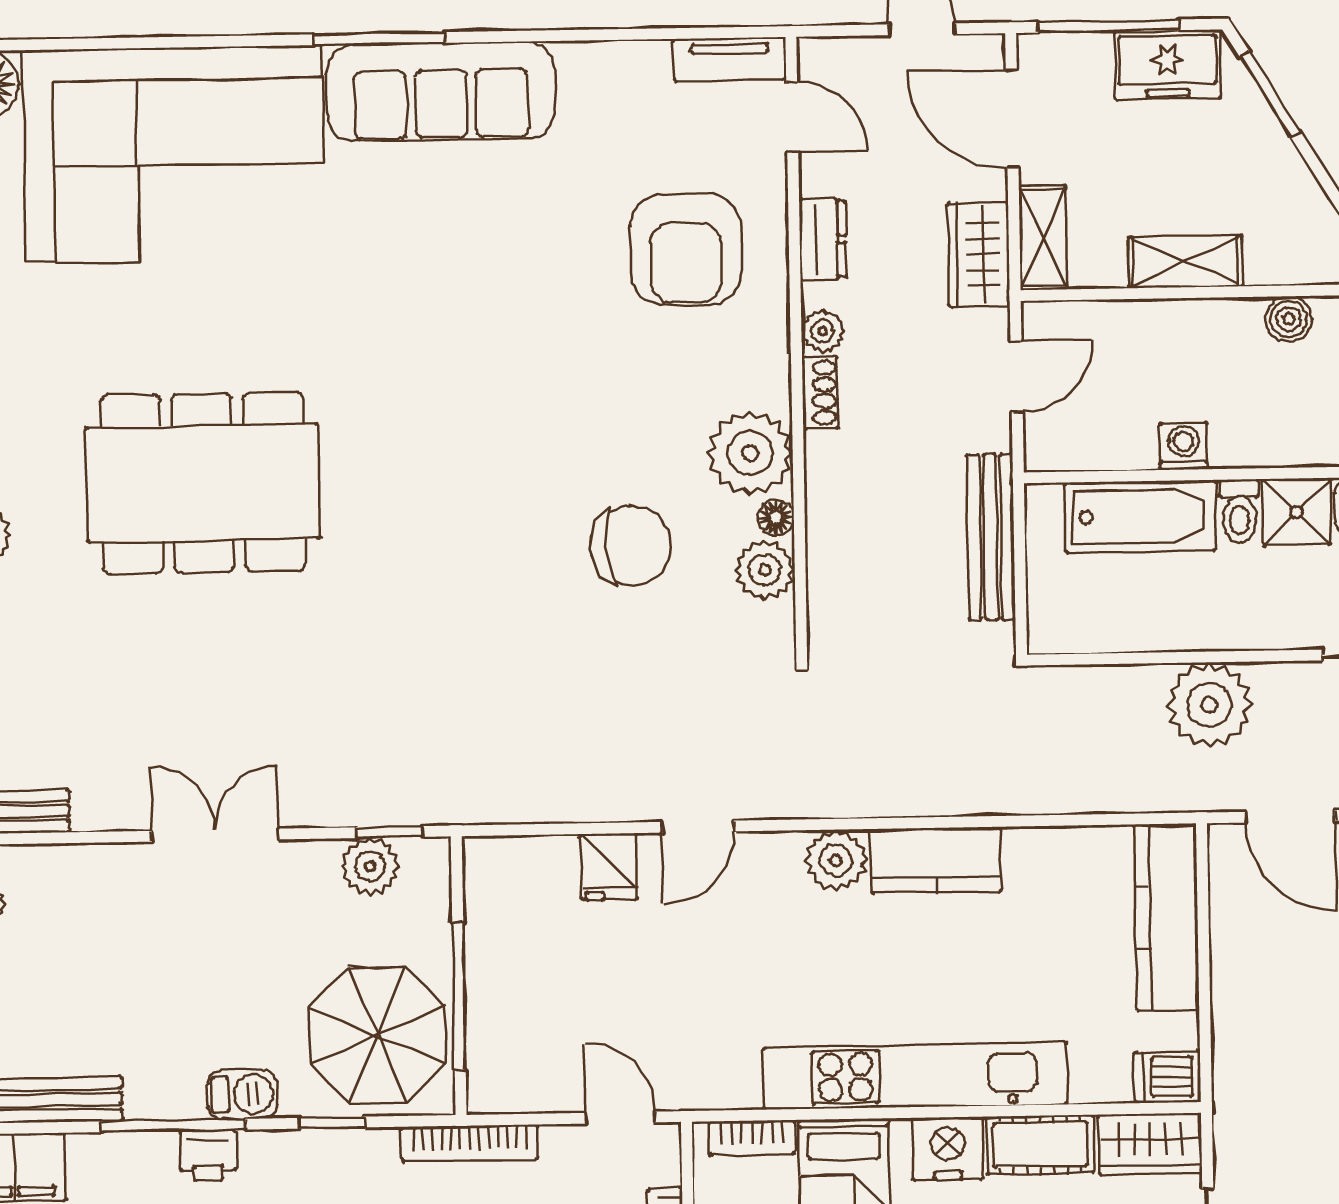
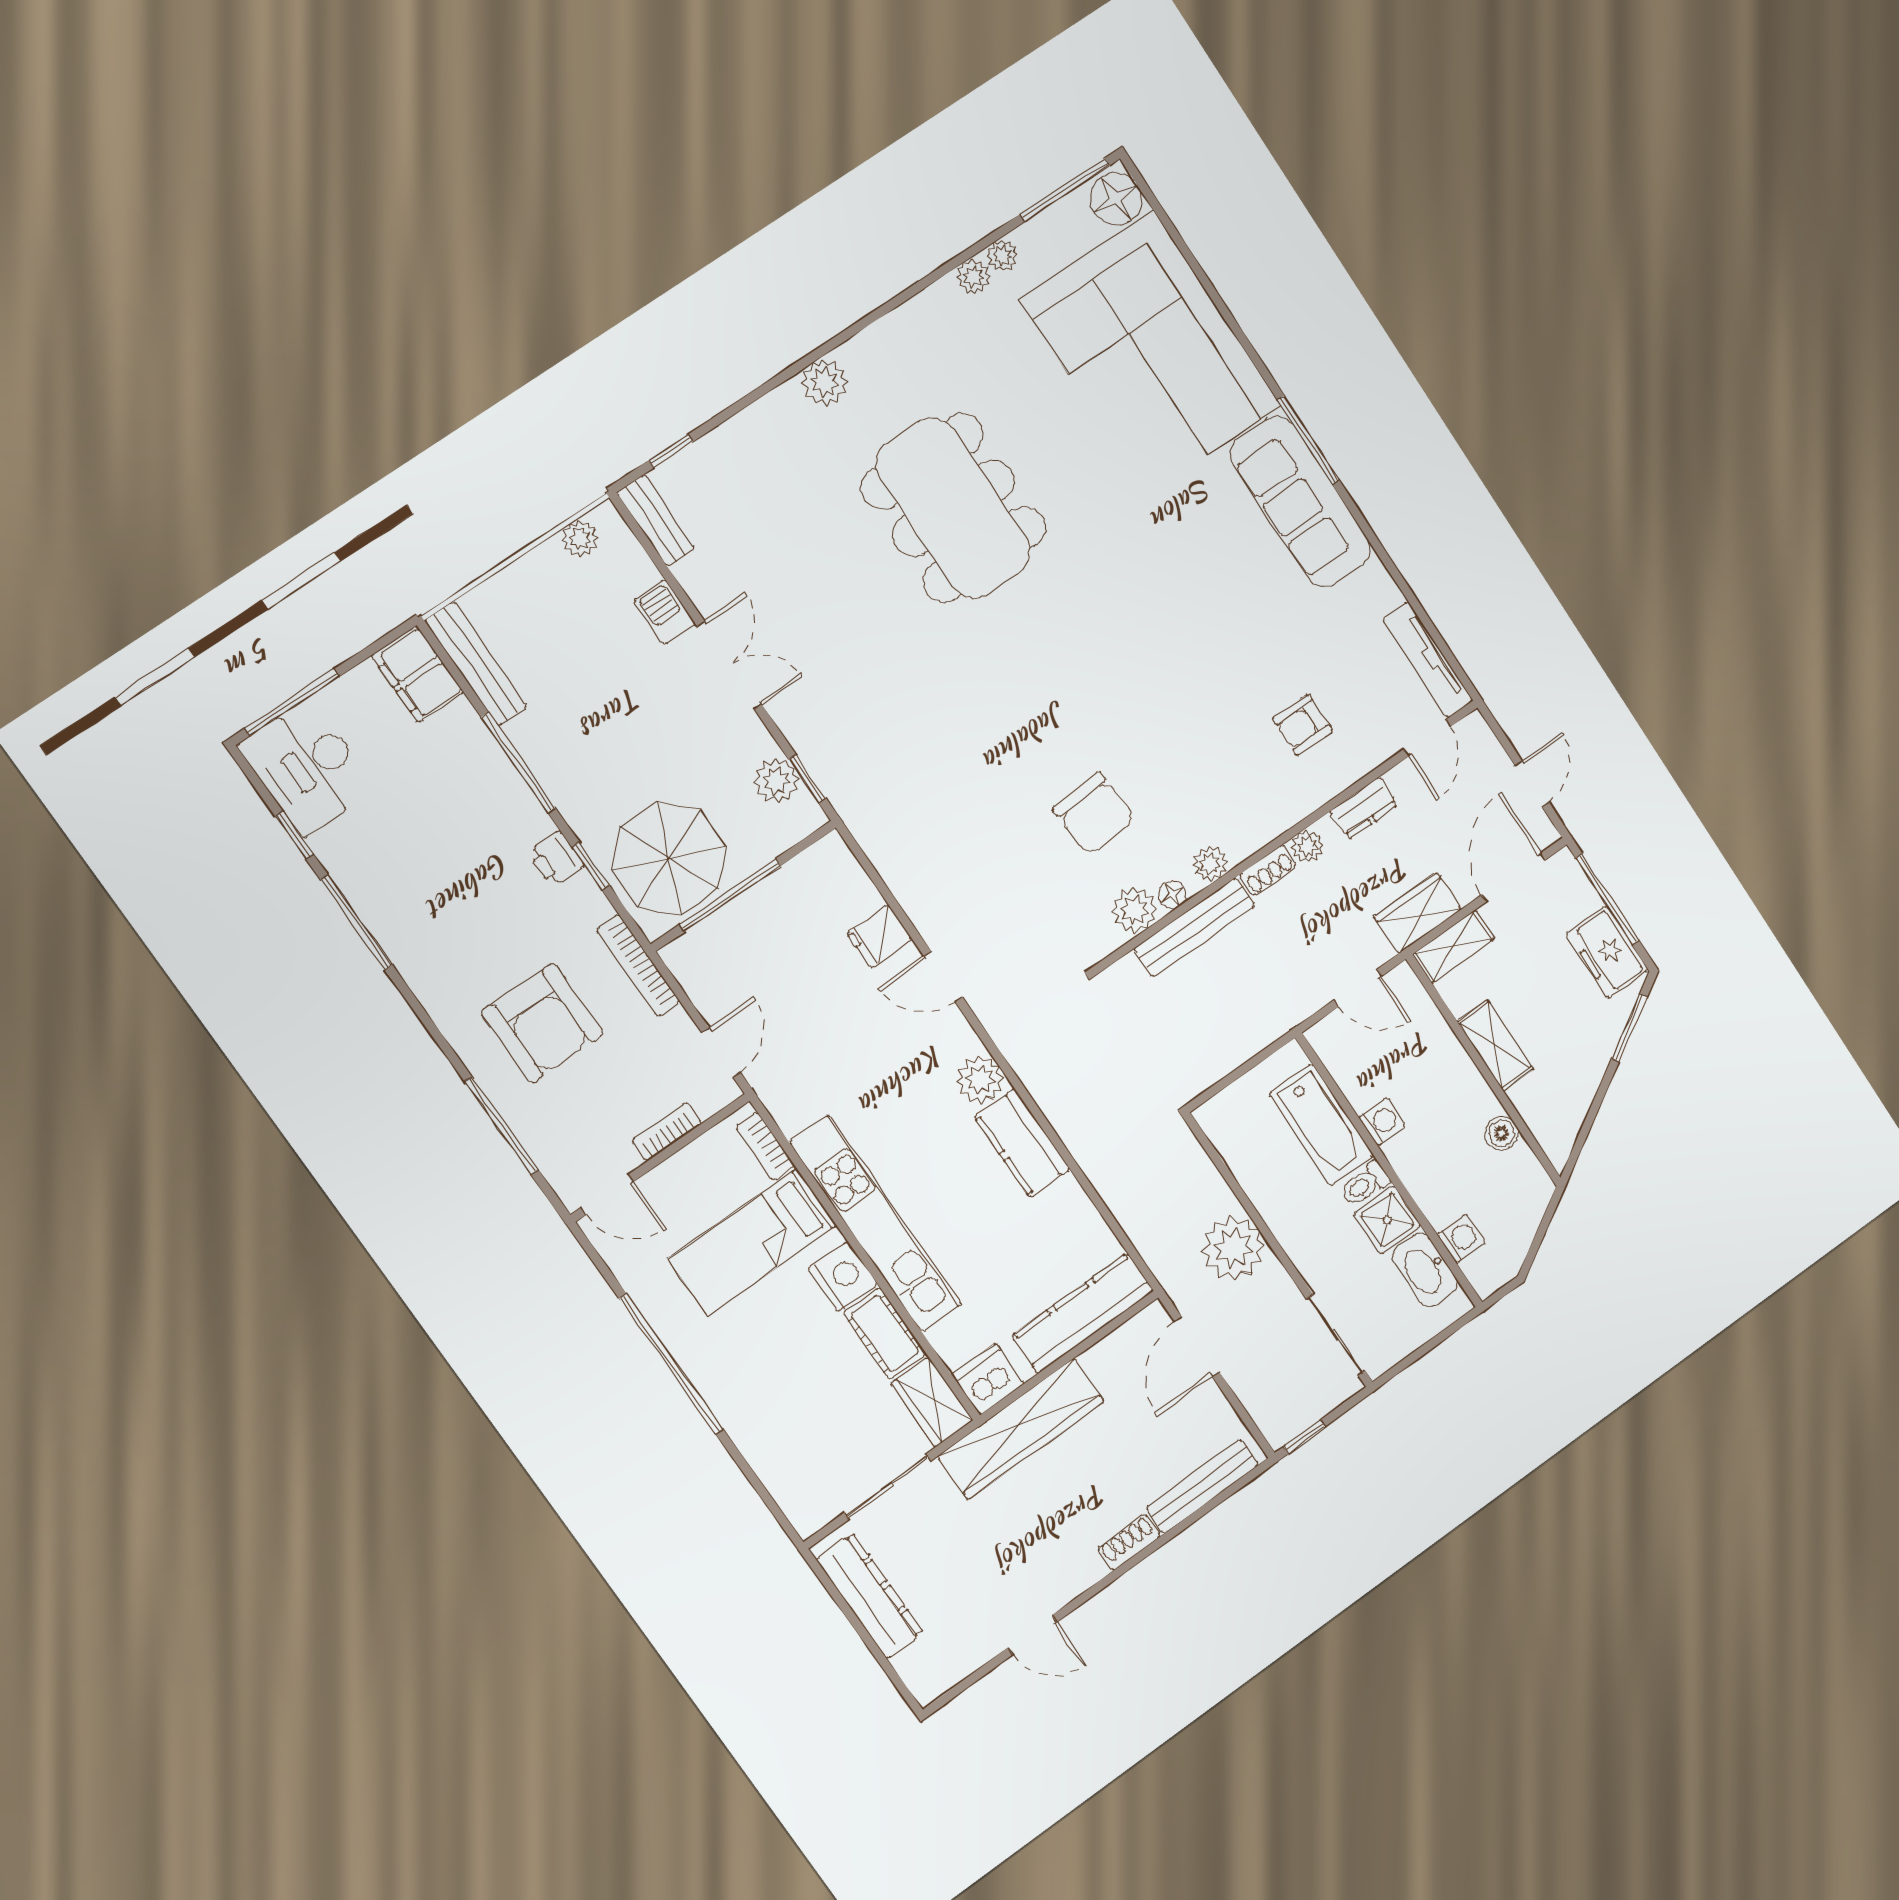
tv unit: (730, 59) -> (1428, 660), width x1.41
armchair: (686, 249) -> (1303, 725), width x0.53, depth x0.53
plant: (750, 453) -> (1210, 864), width x0.53, depth x0.53
bench: (991, 537) -> (1194, 927), moved
wardrobe: (1246, 1068) -> (1021, 1429), added
dishwasher: (1167, 1077) -> (988, 1379), width x1.38
barbecue: (242, 1094) -> (665, 612), moved, turned 180
printer: (208, 1155) -> (556, 859), moved

